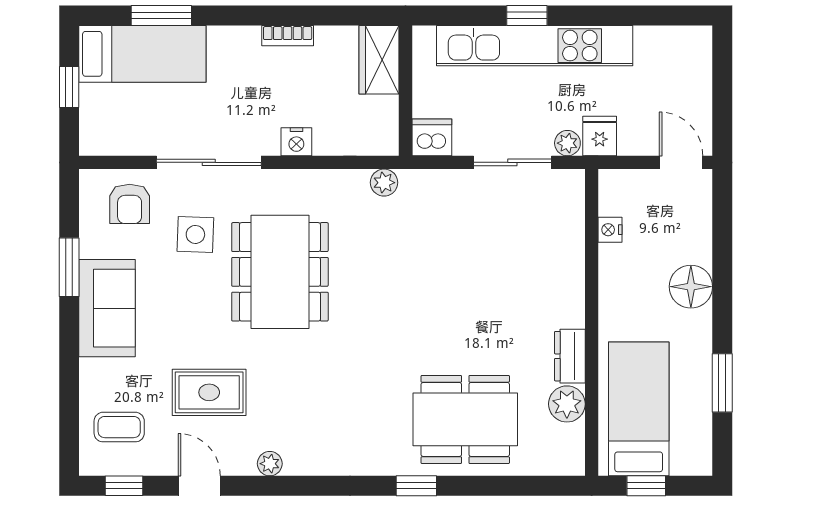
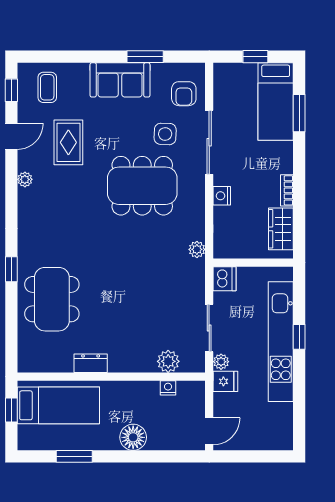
wardrobe: (379, 60) -> (281, 229), moved, turned -90
armchair: (130, 204) -> (184, 94), turned -90
plant: (567, 404) -> (168, 361), moved

